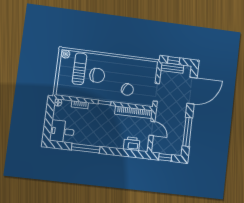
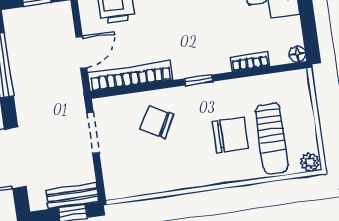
chair: (97, 75) -> (230, 135), turned 180
door: (152, 128) -> (81, 52), swing flipped

